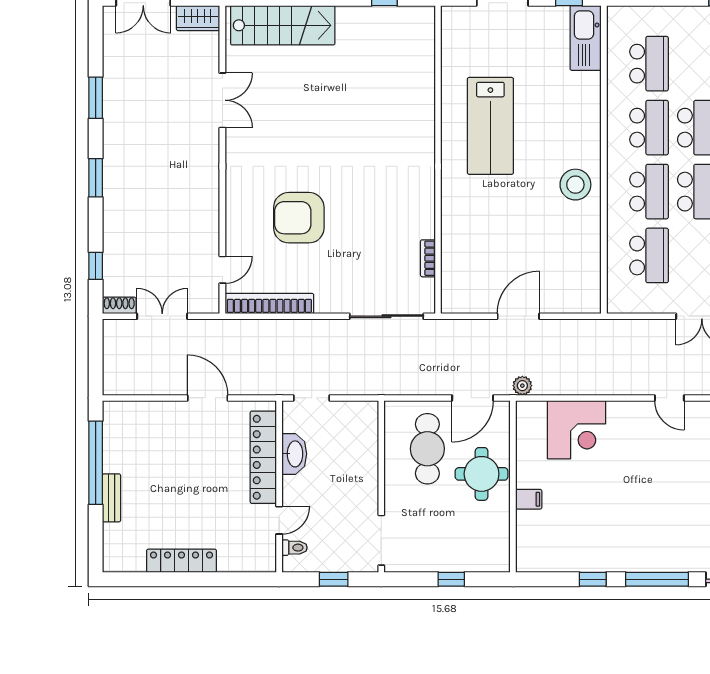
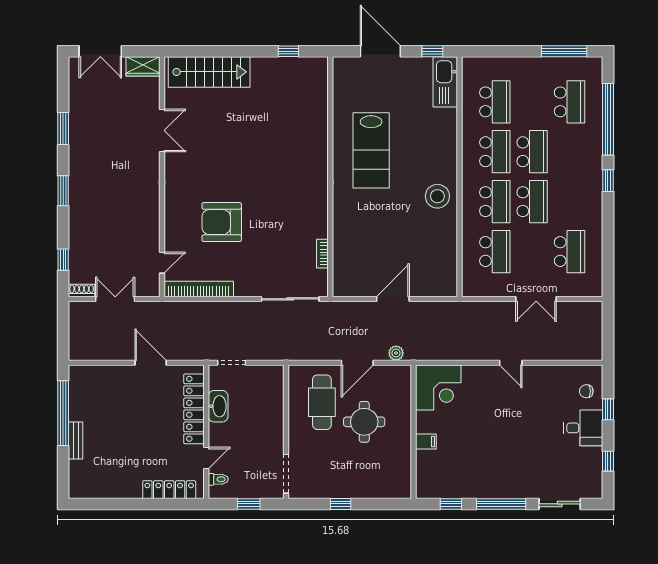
wall: (513, 487) -> (413, 432), moved
filing cabinet: (529, 499) -> (426, 442), moved
locker: (181, 561) -> (169, 490), moved

